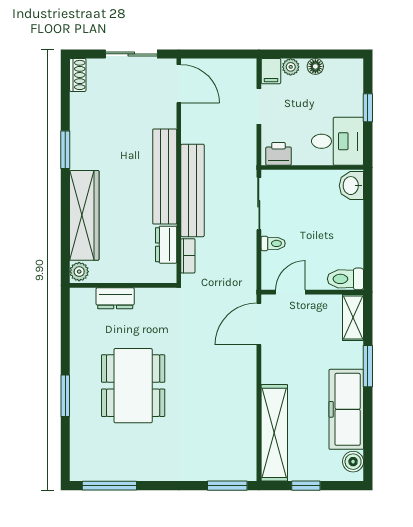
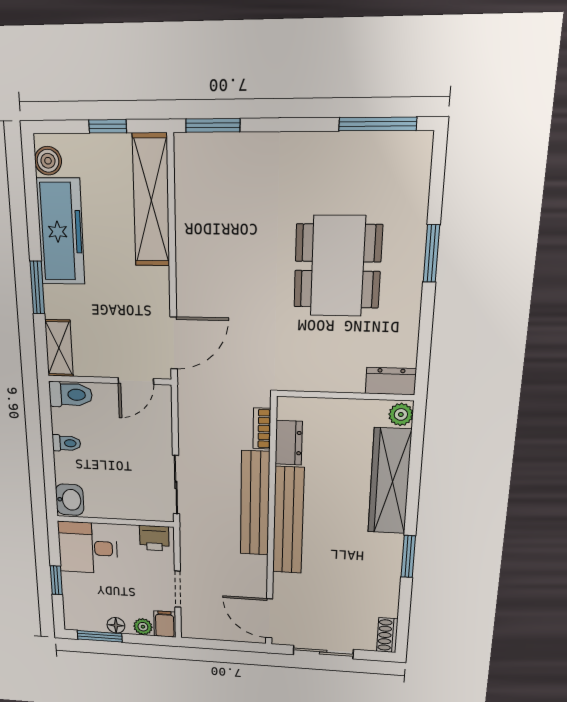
window: (331, 54) -> (100, 636), added
toilet: (273, 243) -> (66, 443), moved, turned 180
dresser: (115, 298) -> (391, 381), moved

